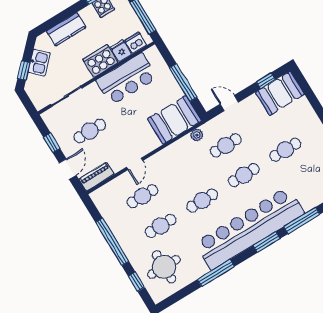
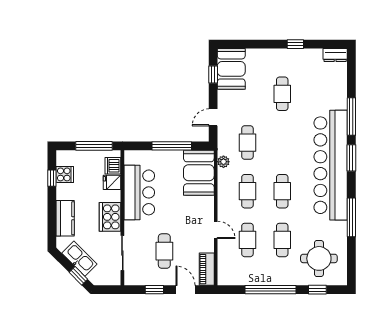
cooker: (100, 61) -> (110, 217), moved
kitchen sink: (39, 63) -> (79, 259), width x1.38
cafe table: (244, 175) -> (247, 191), moved

